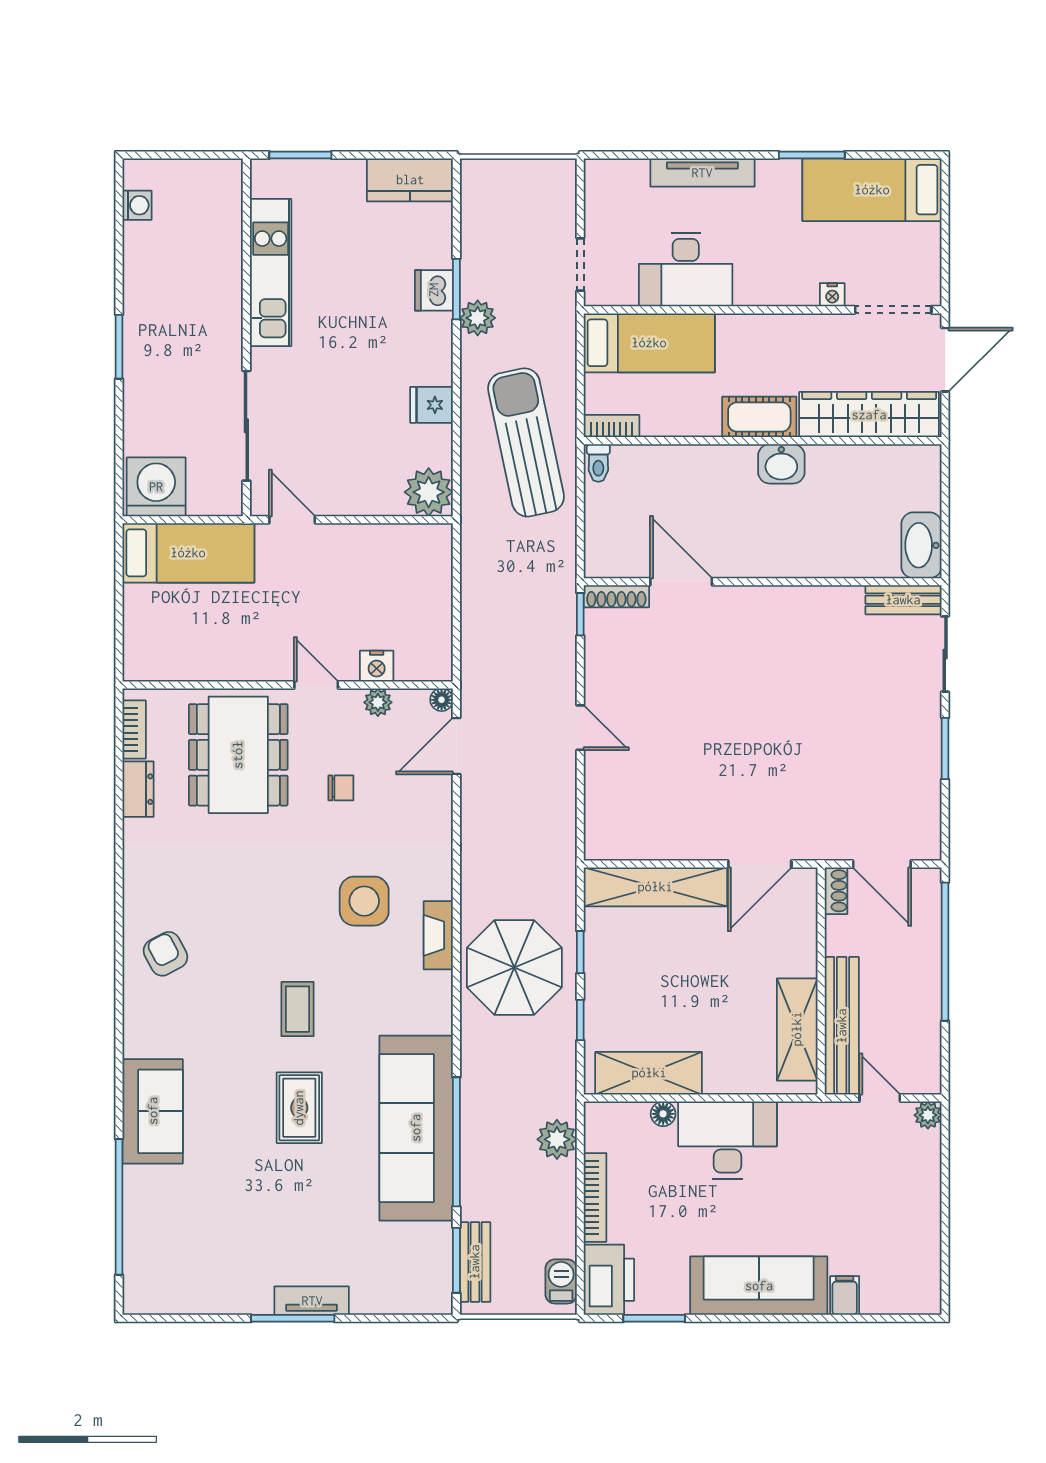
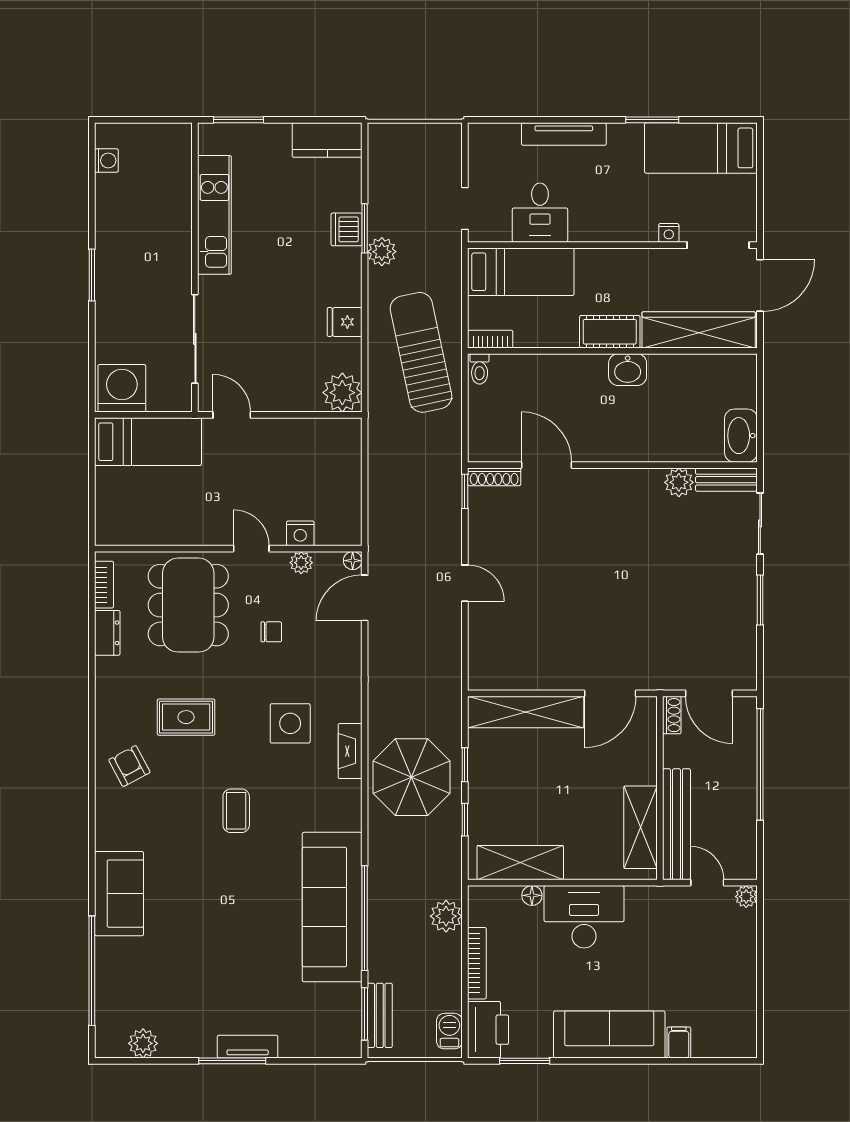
desk: (686, 270) -> (540, 213), width x0.73
plant: (845, 603) -> (679, 482), added
rug: (299, 1108) -> (186, 717), moved, turned 90
plant: (182, 1297) -> (143, 1043), added

